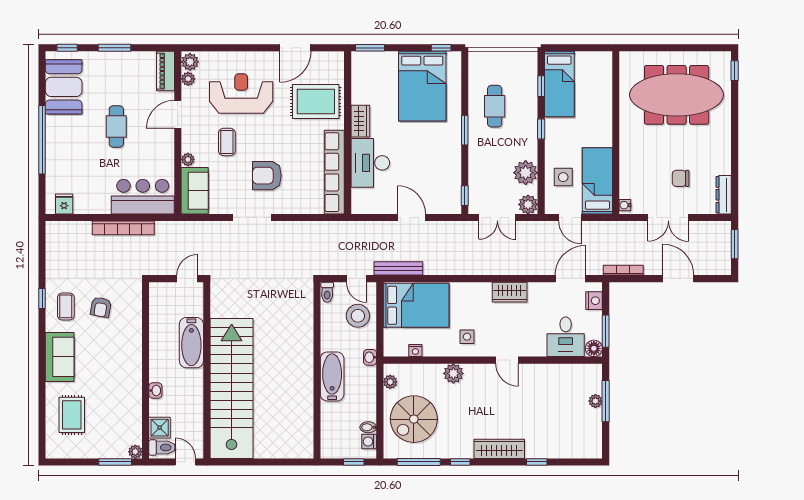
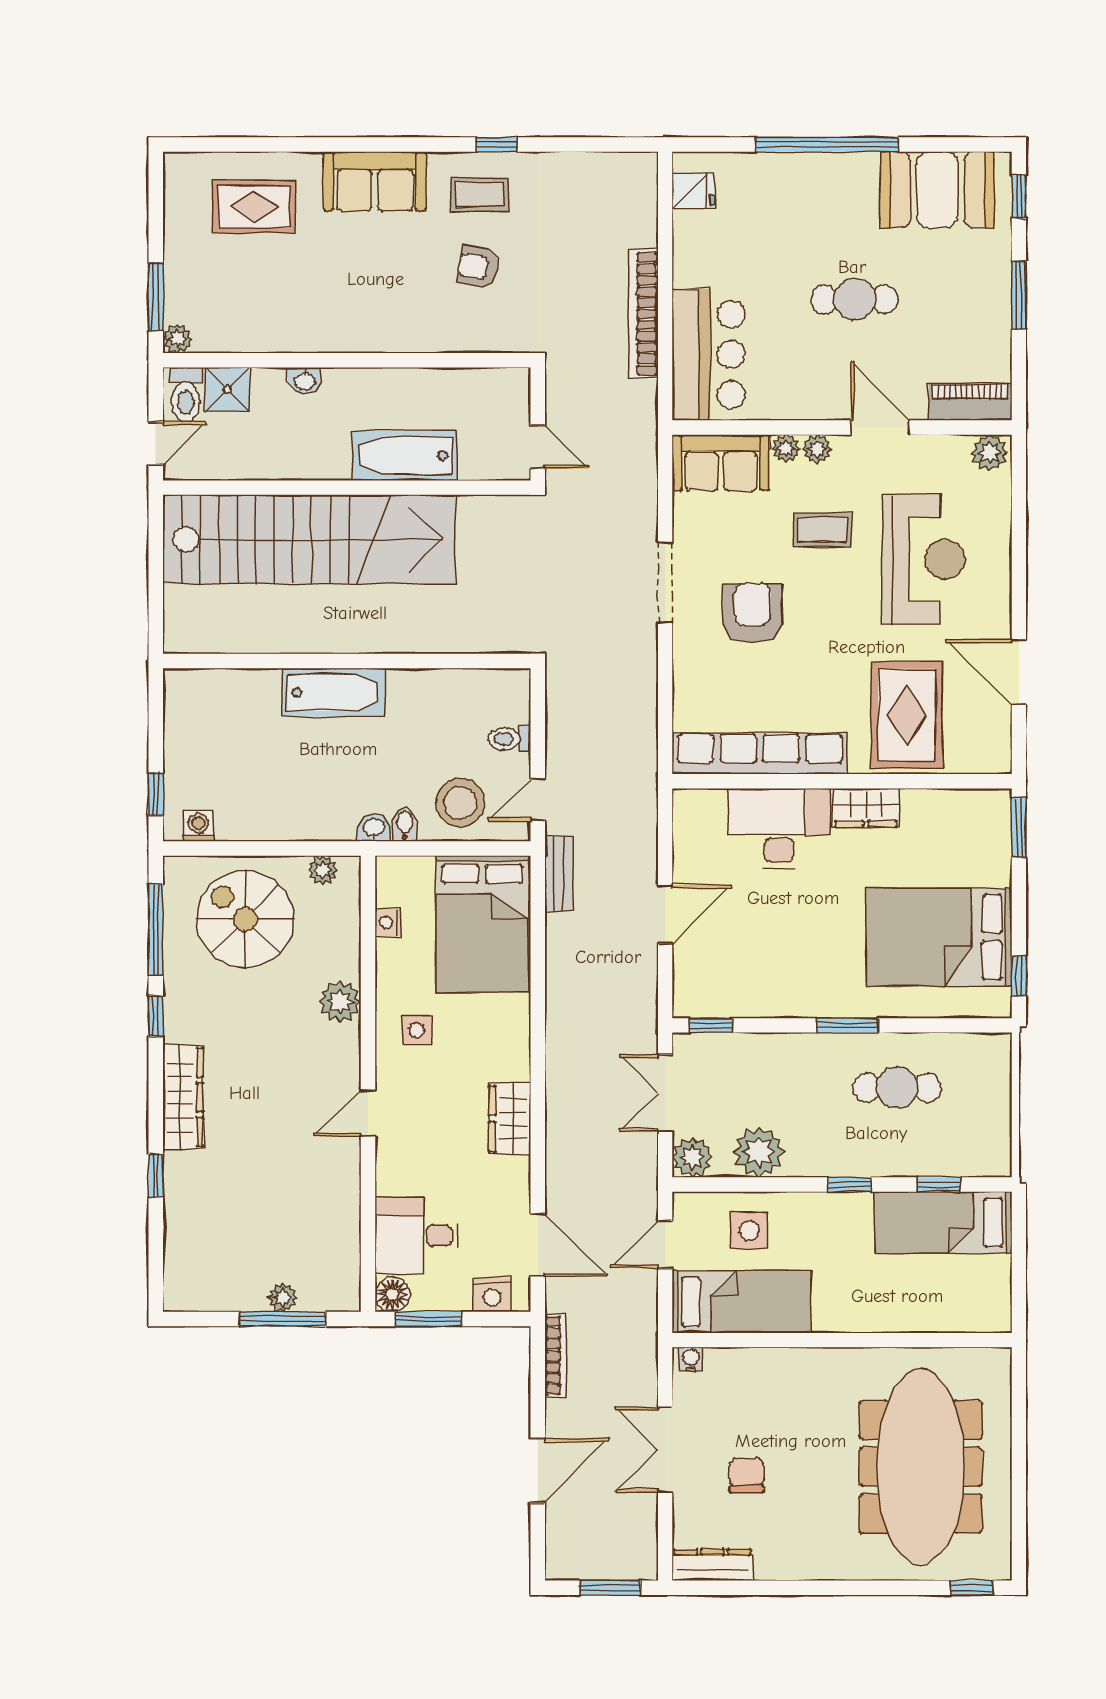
plant: (188, 79) -> (817, 449), moved
bench: (398, 268) -> (559, 874), width x0.73
wall: (317, 370) -> (347, 661), moved
bathtub: (332, 376) -> (334, 692), moved
bidet: (368, 427) -> (405, 824), moved

